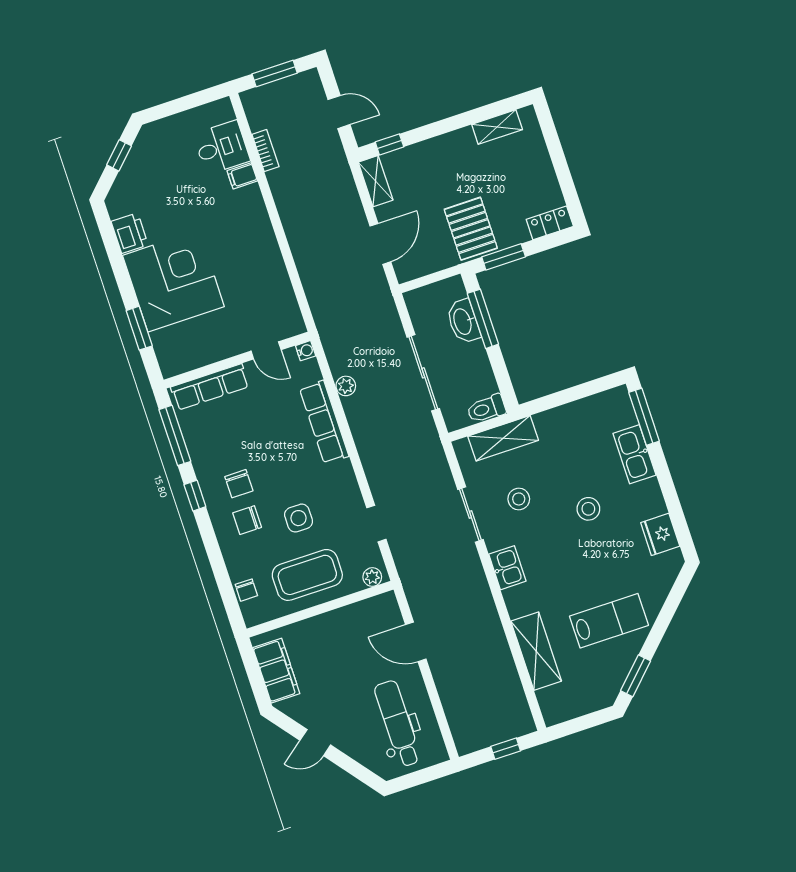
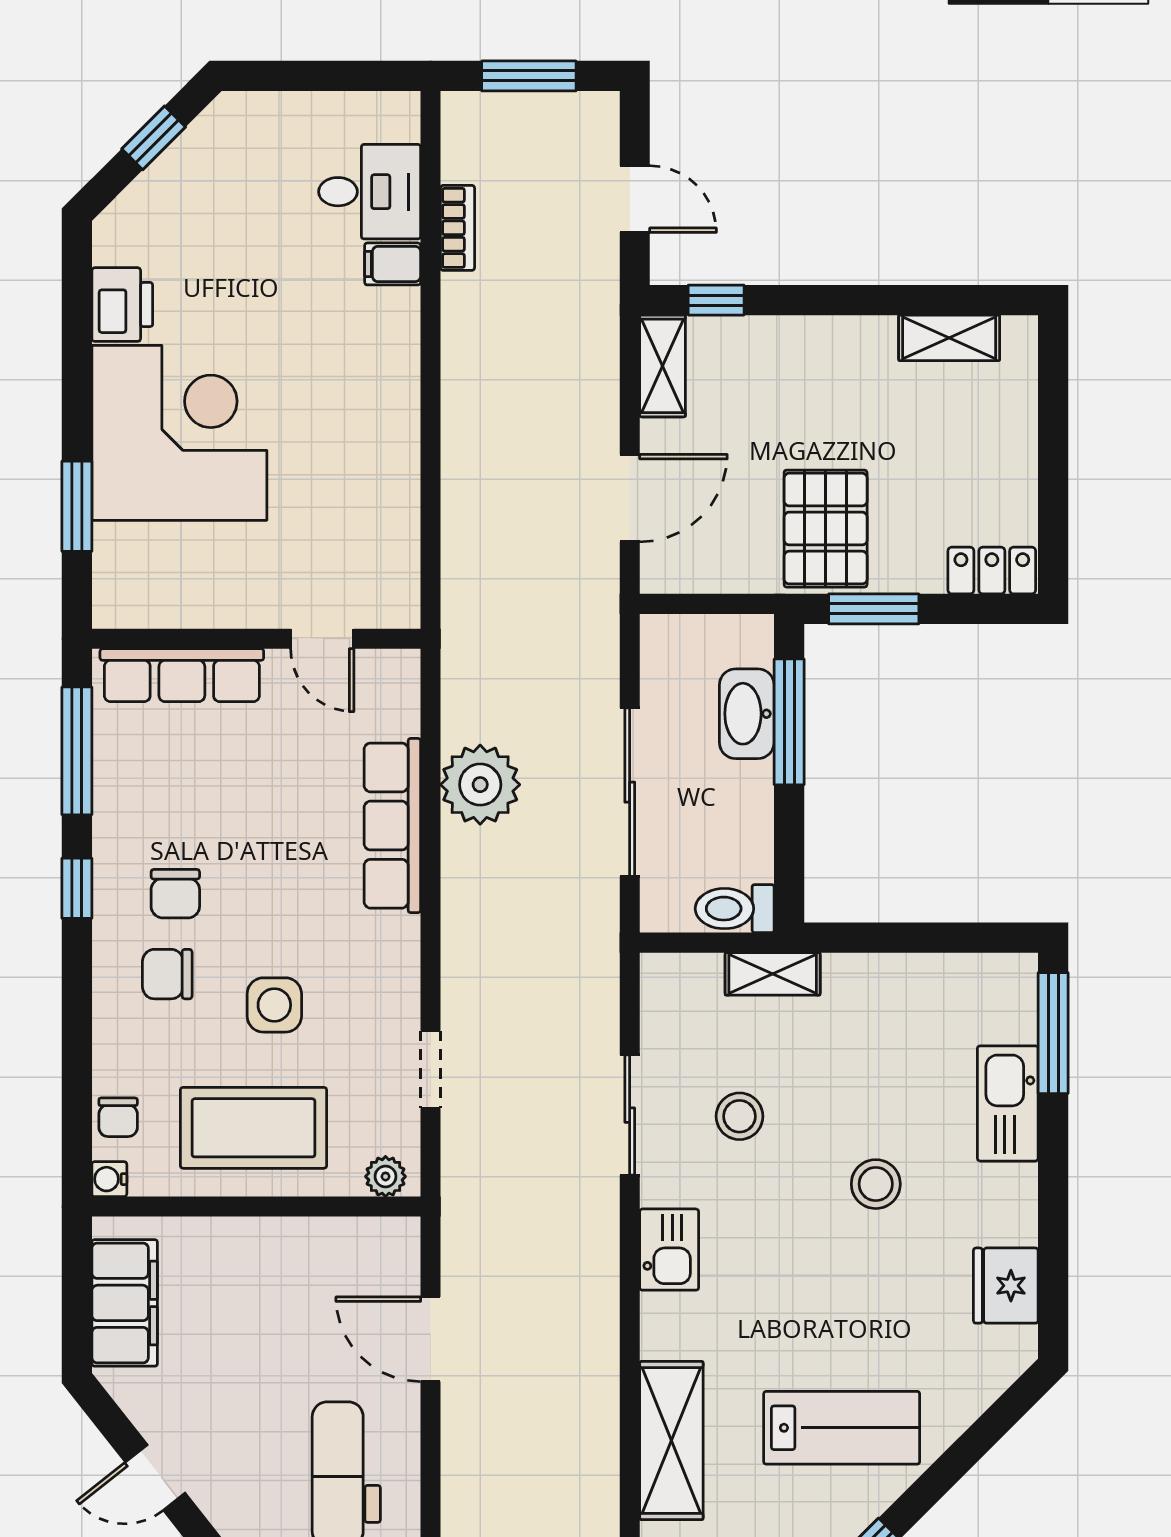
water cooler: (306, 351) -> (109, 1179), moved, turned 180
plant: (346, 386) -> (480, 785), width x1.88, depth x1.88
shelving: (503, 438) -> (773, 974), width x0.67, depth x0.75

